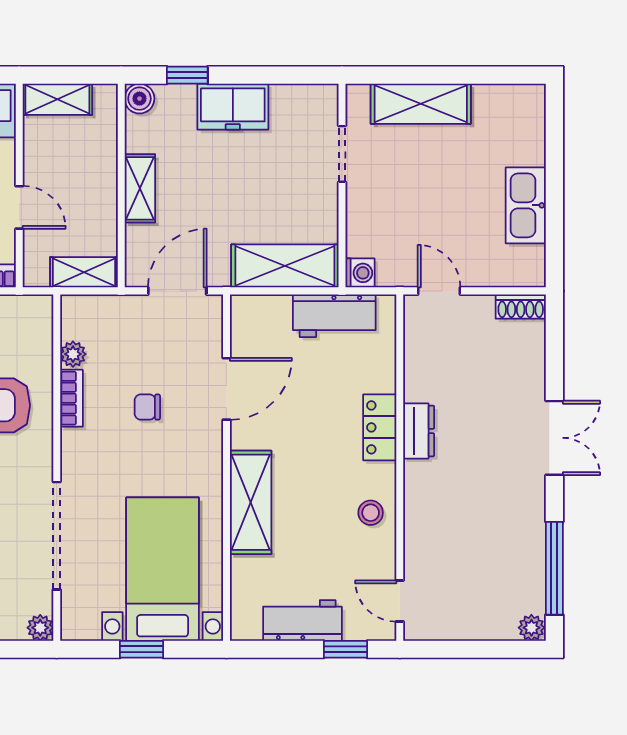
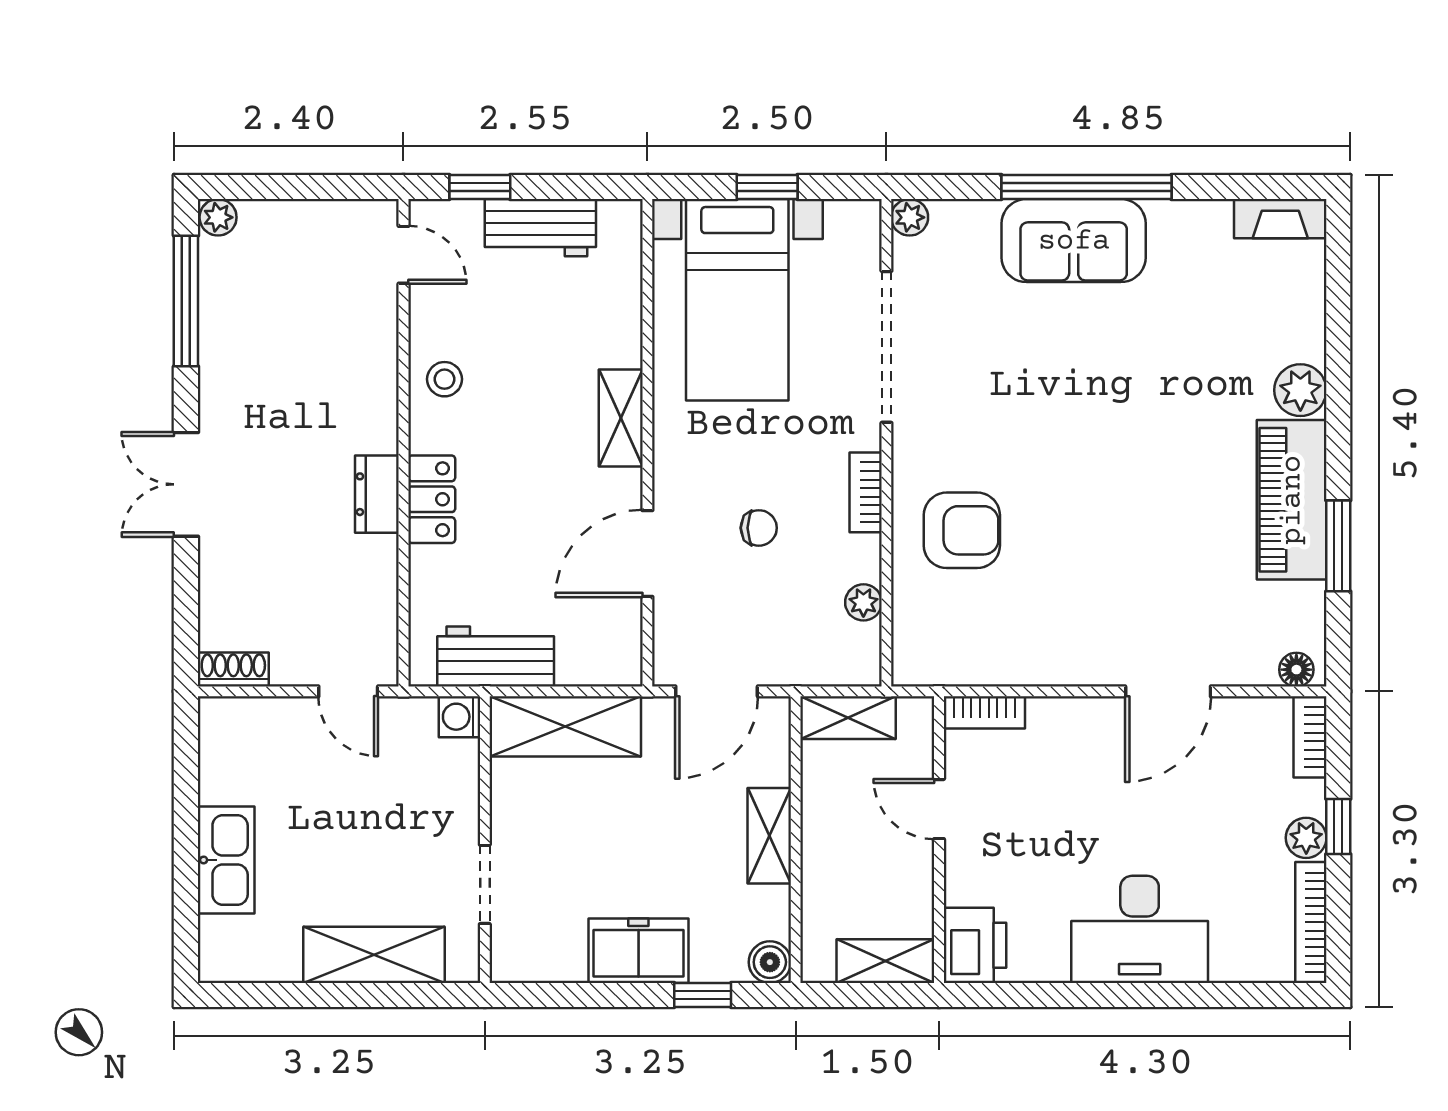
kitchen sink: (526, 205) -> (226, 860), moved
bookcase: (71, 398) -> (866, 492), moved
shelving: (251, 502) -> (621, 418), width x0.67, depth x0.75

